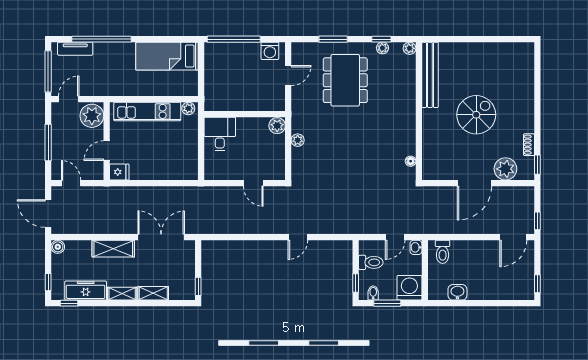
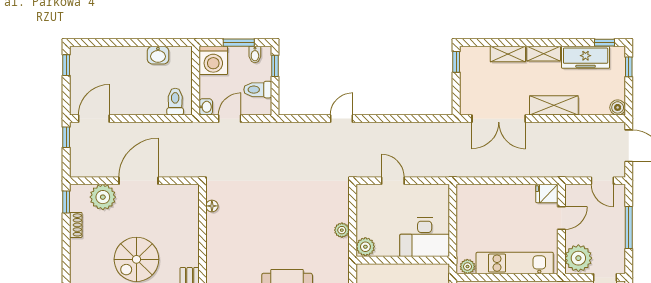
desk: (220, 134) -> (425, 237), width x1.37

